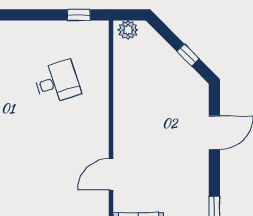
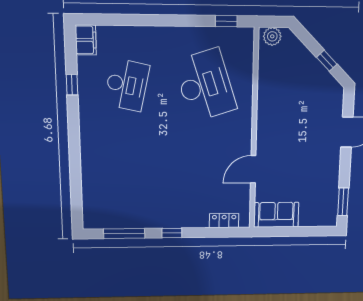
desk: (57, 82) -> (205, 85), width x1.87, depth x1.30

